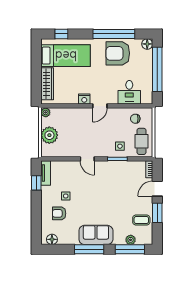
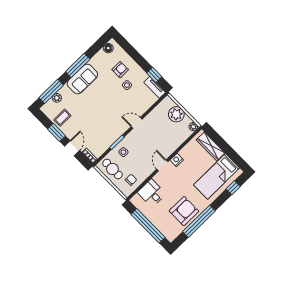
floor lamp: (147, 44) -> (171, 236), removed

